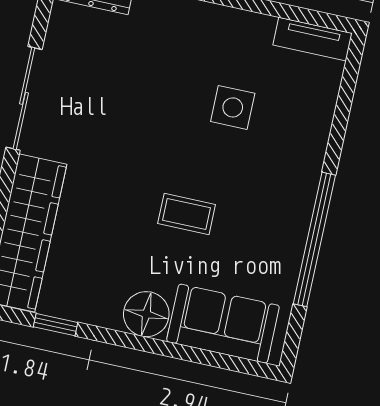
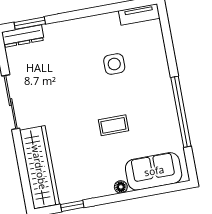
floor lamp: (146, 314) -> (121, 187), width x0.53, depth x0.53

